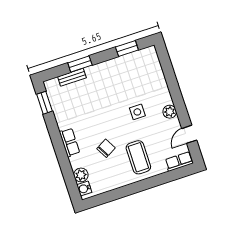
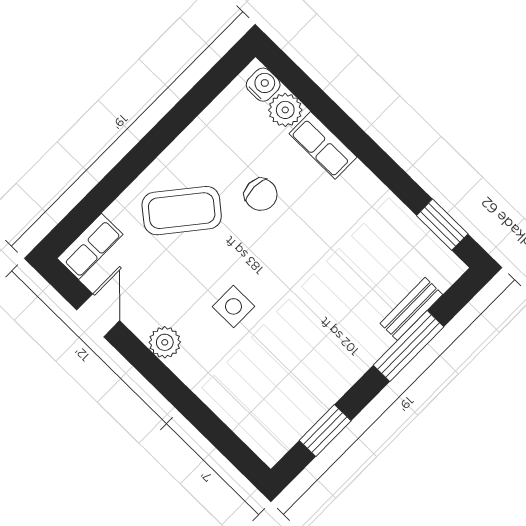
window: (80, 64) -> (409, 346), width x1.44
row of seats: (70, 142) -> (323, 145), moved
chair: (106, 148) -> (261, 194), turned -61
coffee table: (138, 157) -> (182, 211), turned -51

